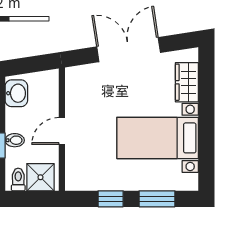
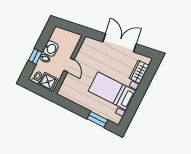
washbasin: (16, 93) -> (51, 49), moved
door: (62, 131) -> (69, 65), swing flipped
window: (111, 199) -> (76, 108), removed

